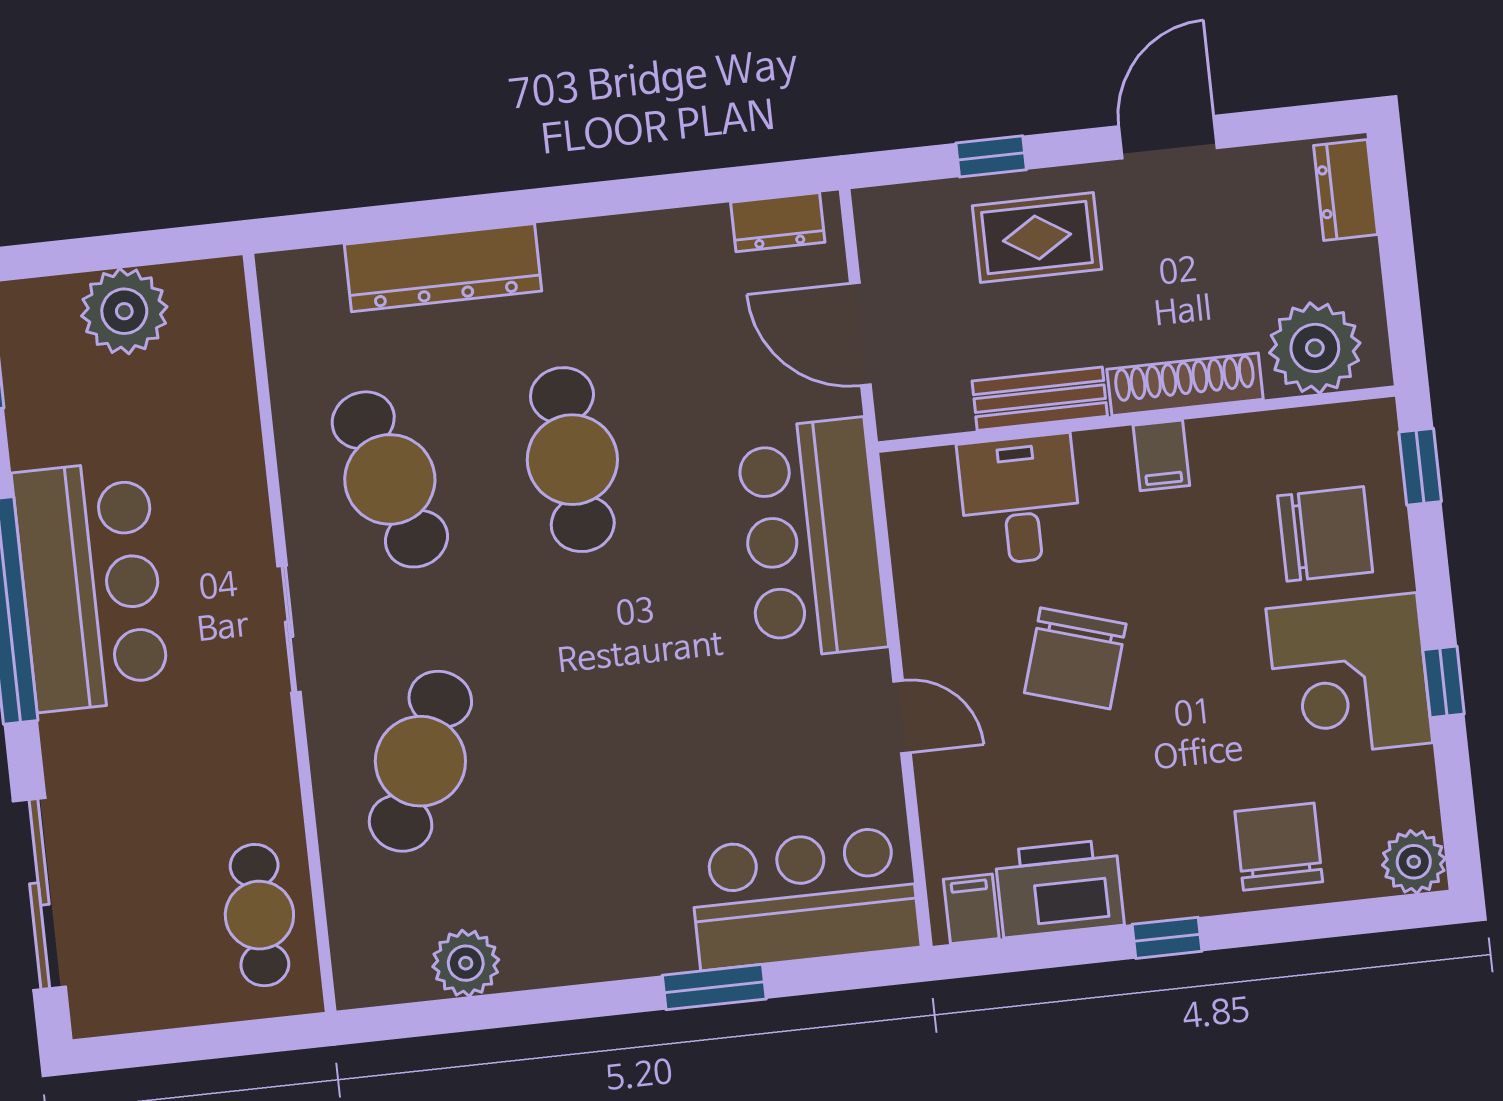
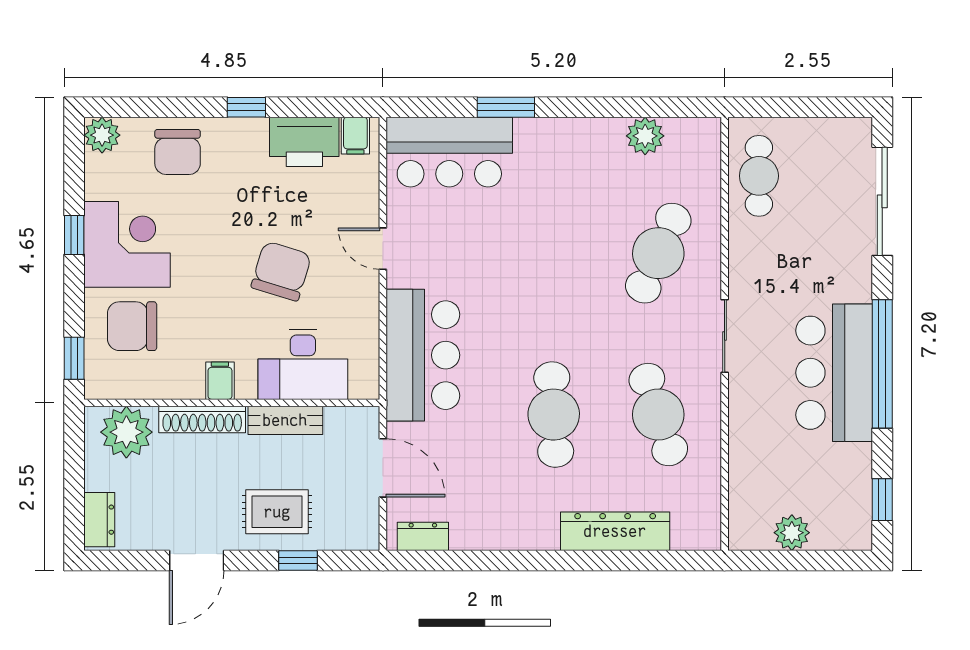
plant: (124, 311) -> (792, 533), width x0.73, depth x0.73
desk: (1020, 500) -> (303, 364), width x1.37

